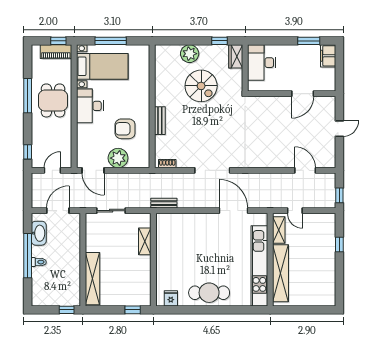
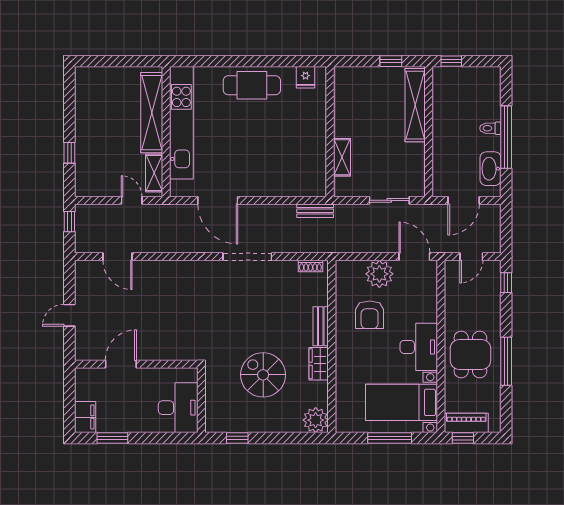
plant: (190, 54) -> (316, 420), moved
wardrobe: (236, 56) -> (319, 364), moved, turned 180
armchair: (125, 129) -> (370, 315), turned 90
window: (133, 310) -> (391, 61), moved

